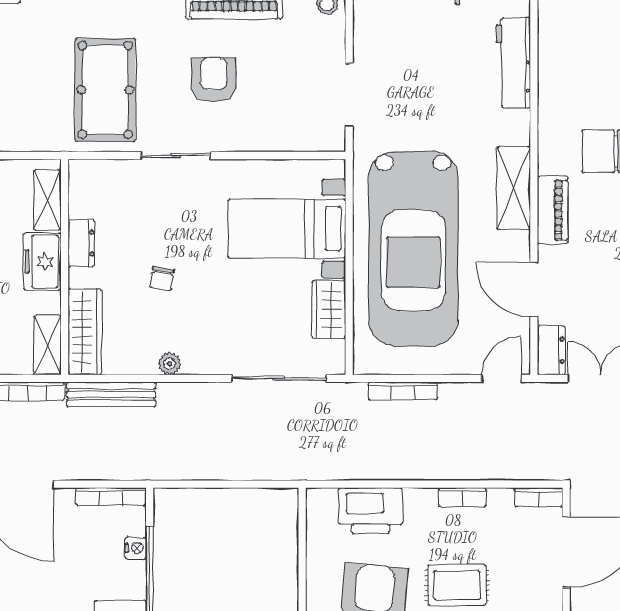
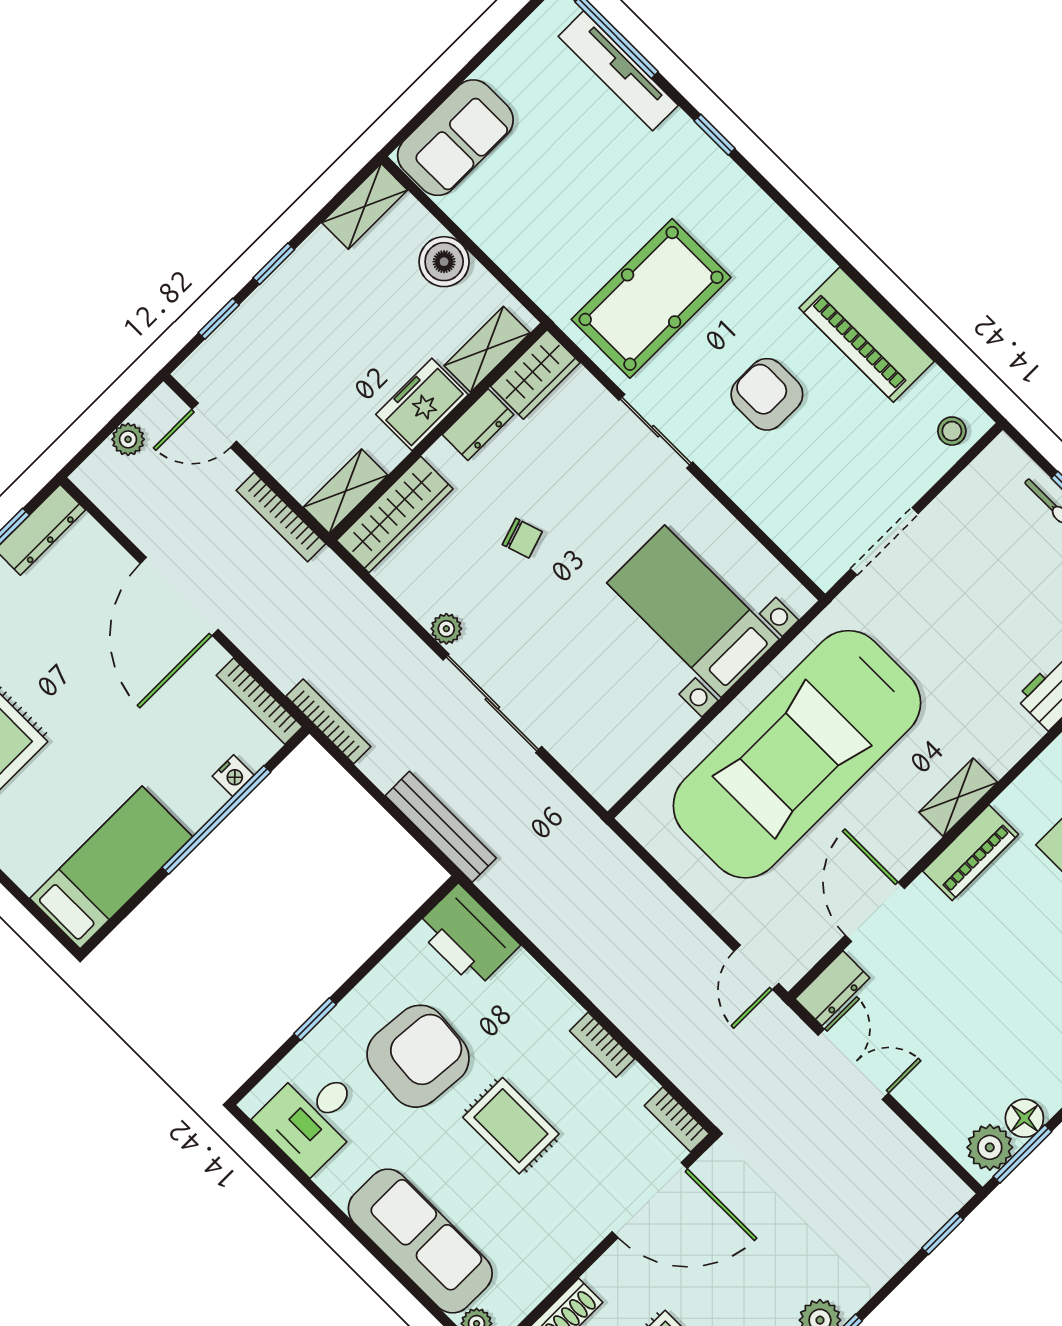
armchair: (214, 80) -> (767, 394), turned -90
shelving: (514, 188) -> (958, 797), width x0.67, depth x0.75
chair: (162, 279) -> (522, 538), turned -117
wardrobe: (329, 310) -> (535, 374), moved, turned 180
sliding door: (279, 378) -> (492, 703), moved
door: (502, 378) -> (756, 967), swing flipped
bookcase: (403, 391) -> (328, 721), moved, turned 180
bench: (111, 394) -> (441, 827), moved
printer: (371, 511) -> (467, 936), moved

